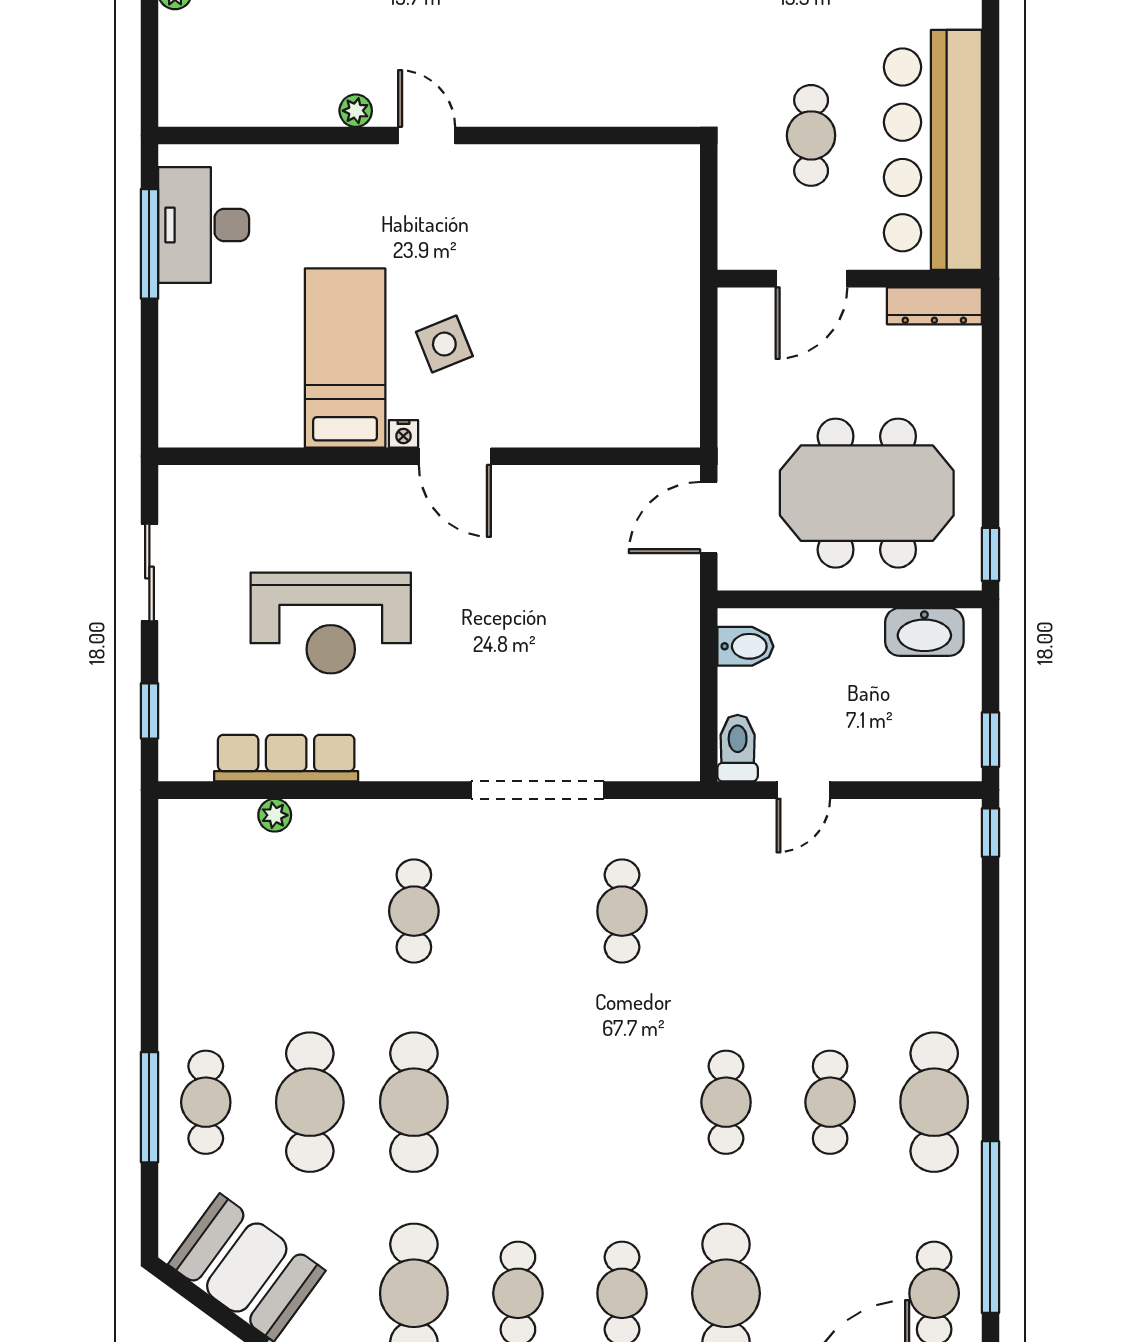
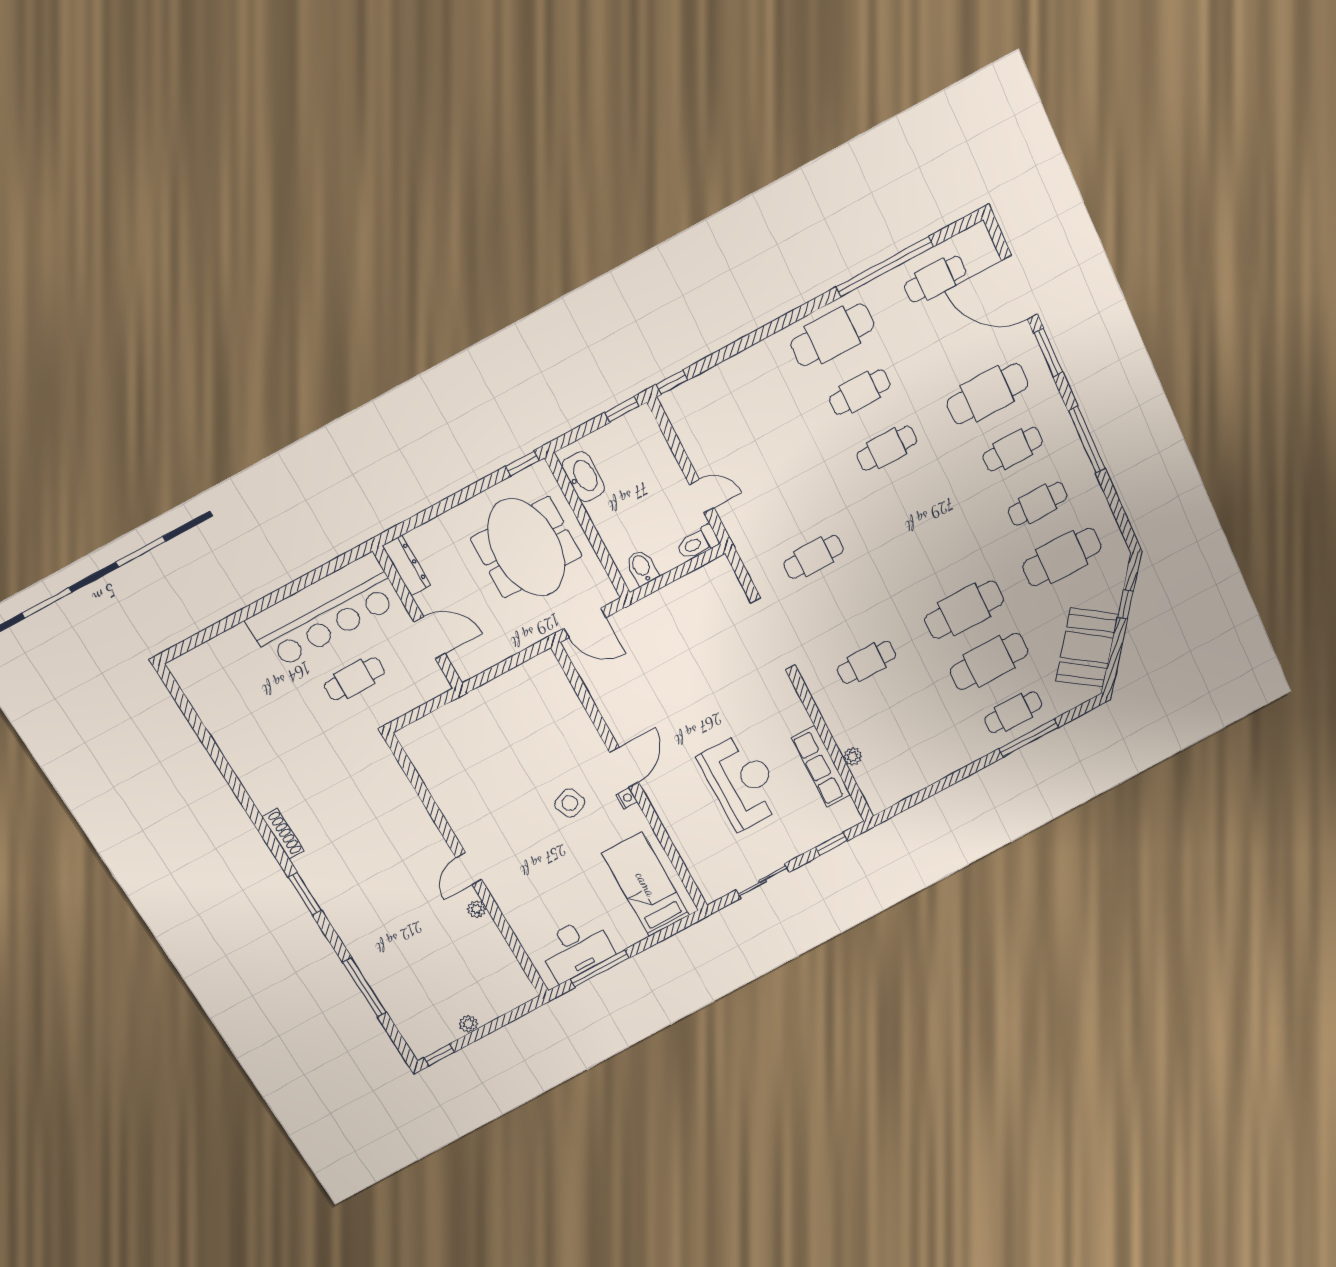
bed: (345, 358) -> (646, 884), moved, turned 90

